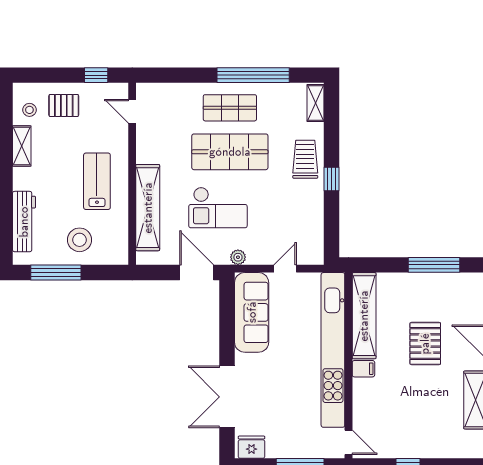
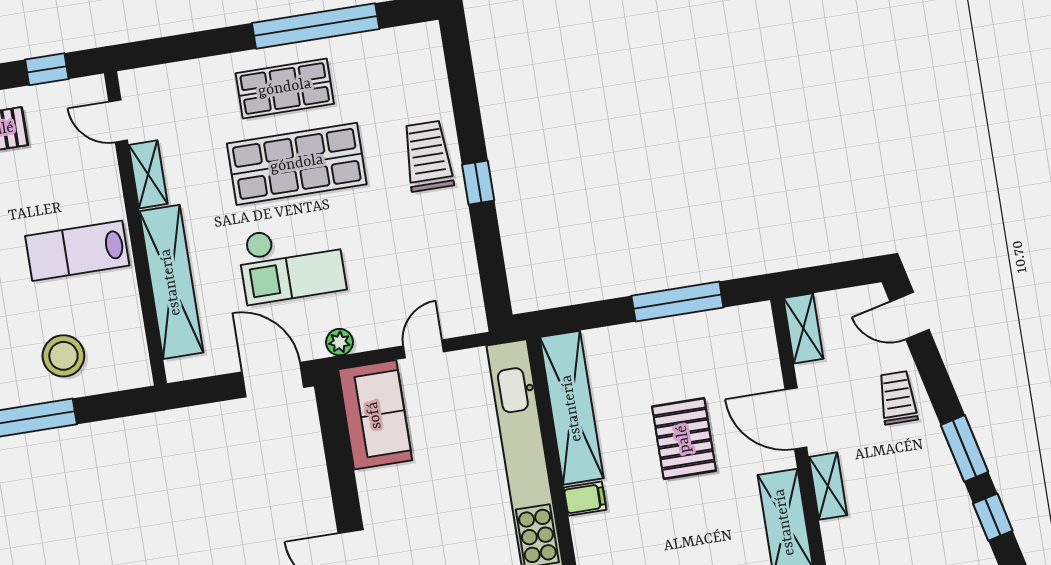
shelving: (315, 103) -> (148, 174), moved
lab bench: (97, 181) -> (77, 251), turned -90
sofa: (252, 312) -> (375, 415), width x0.73

